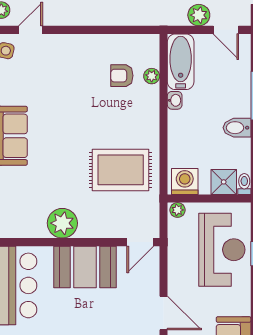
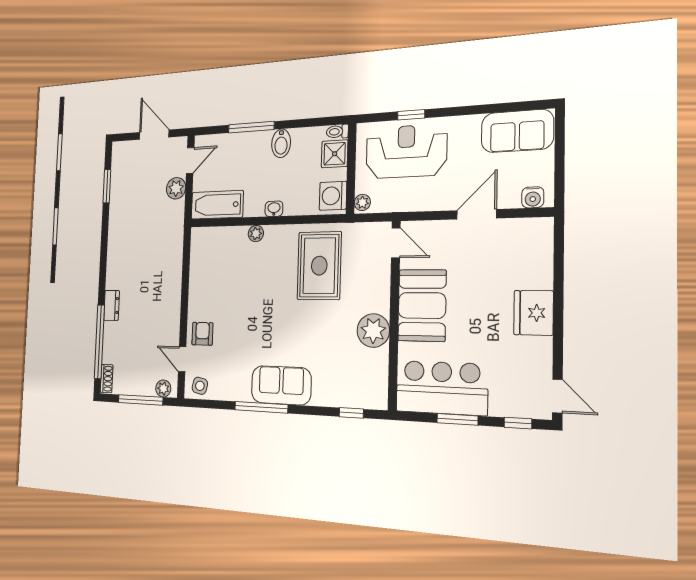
armchair: (122, 76) -> (202, 334), moved, turned 180
plant: (152, 76) -> (256, 234), moved
washbasin: (175, 100) -> (274, 209), moved

